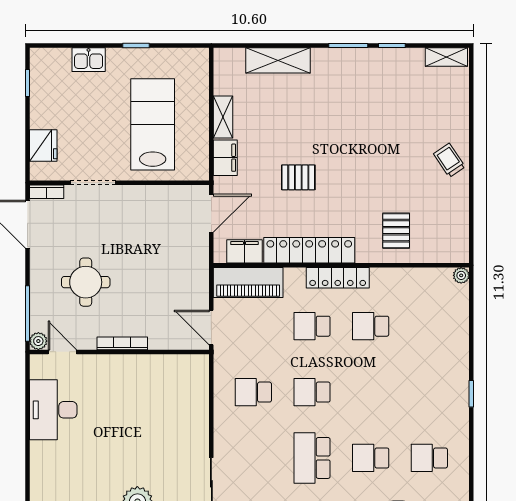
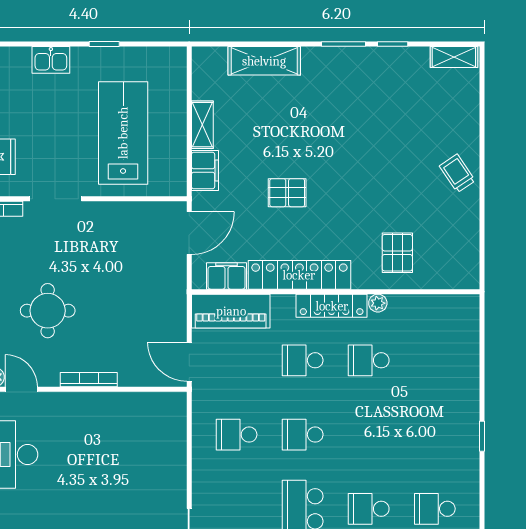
plant: (461, 275) -> (378, 303), moved

